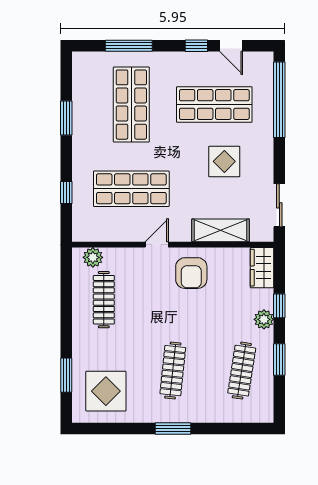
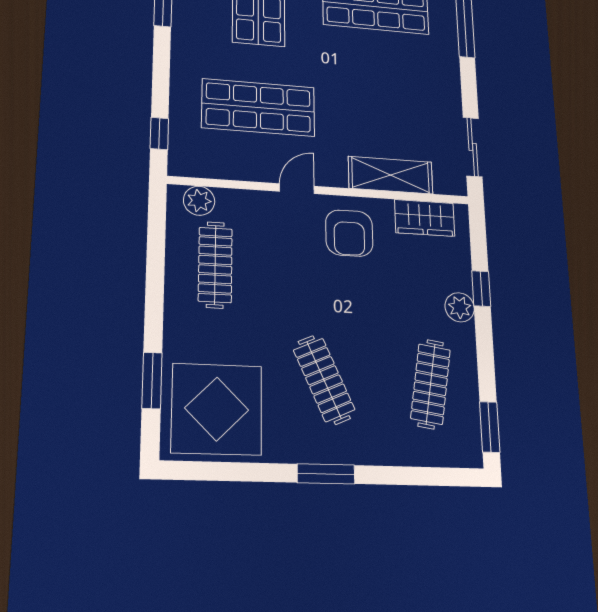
display table: (224, 161) -> (392, 82), removed
window: (66, 193) -> (159, 134), moved
wardrobe: (262, 268) -> (425, 218), moved, turned -90
window: (279, 359) -> (490, 427), moved
clothes rail: (173, 371) -> (324, 380), turned -30
display table: (106, 391) -> (217, 409), width x1.36, depth x1.36

